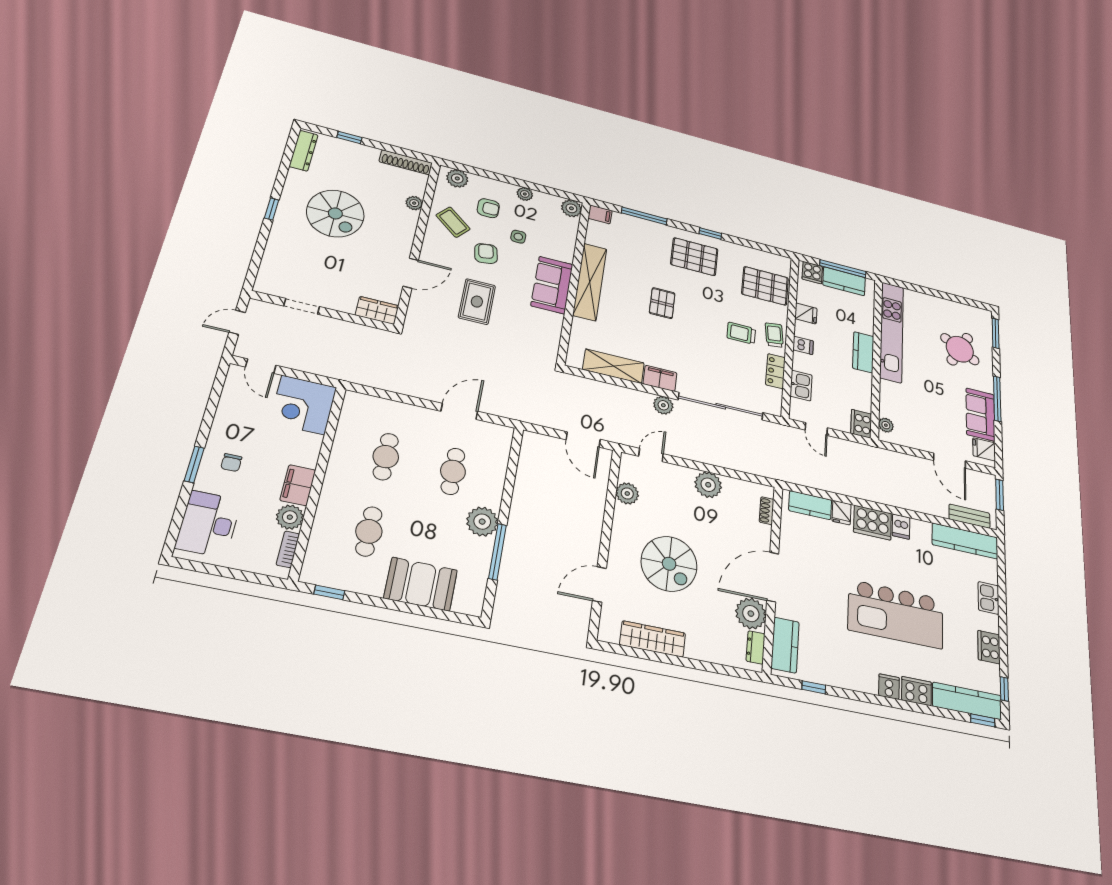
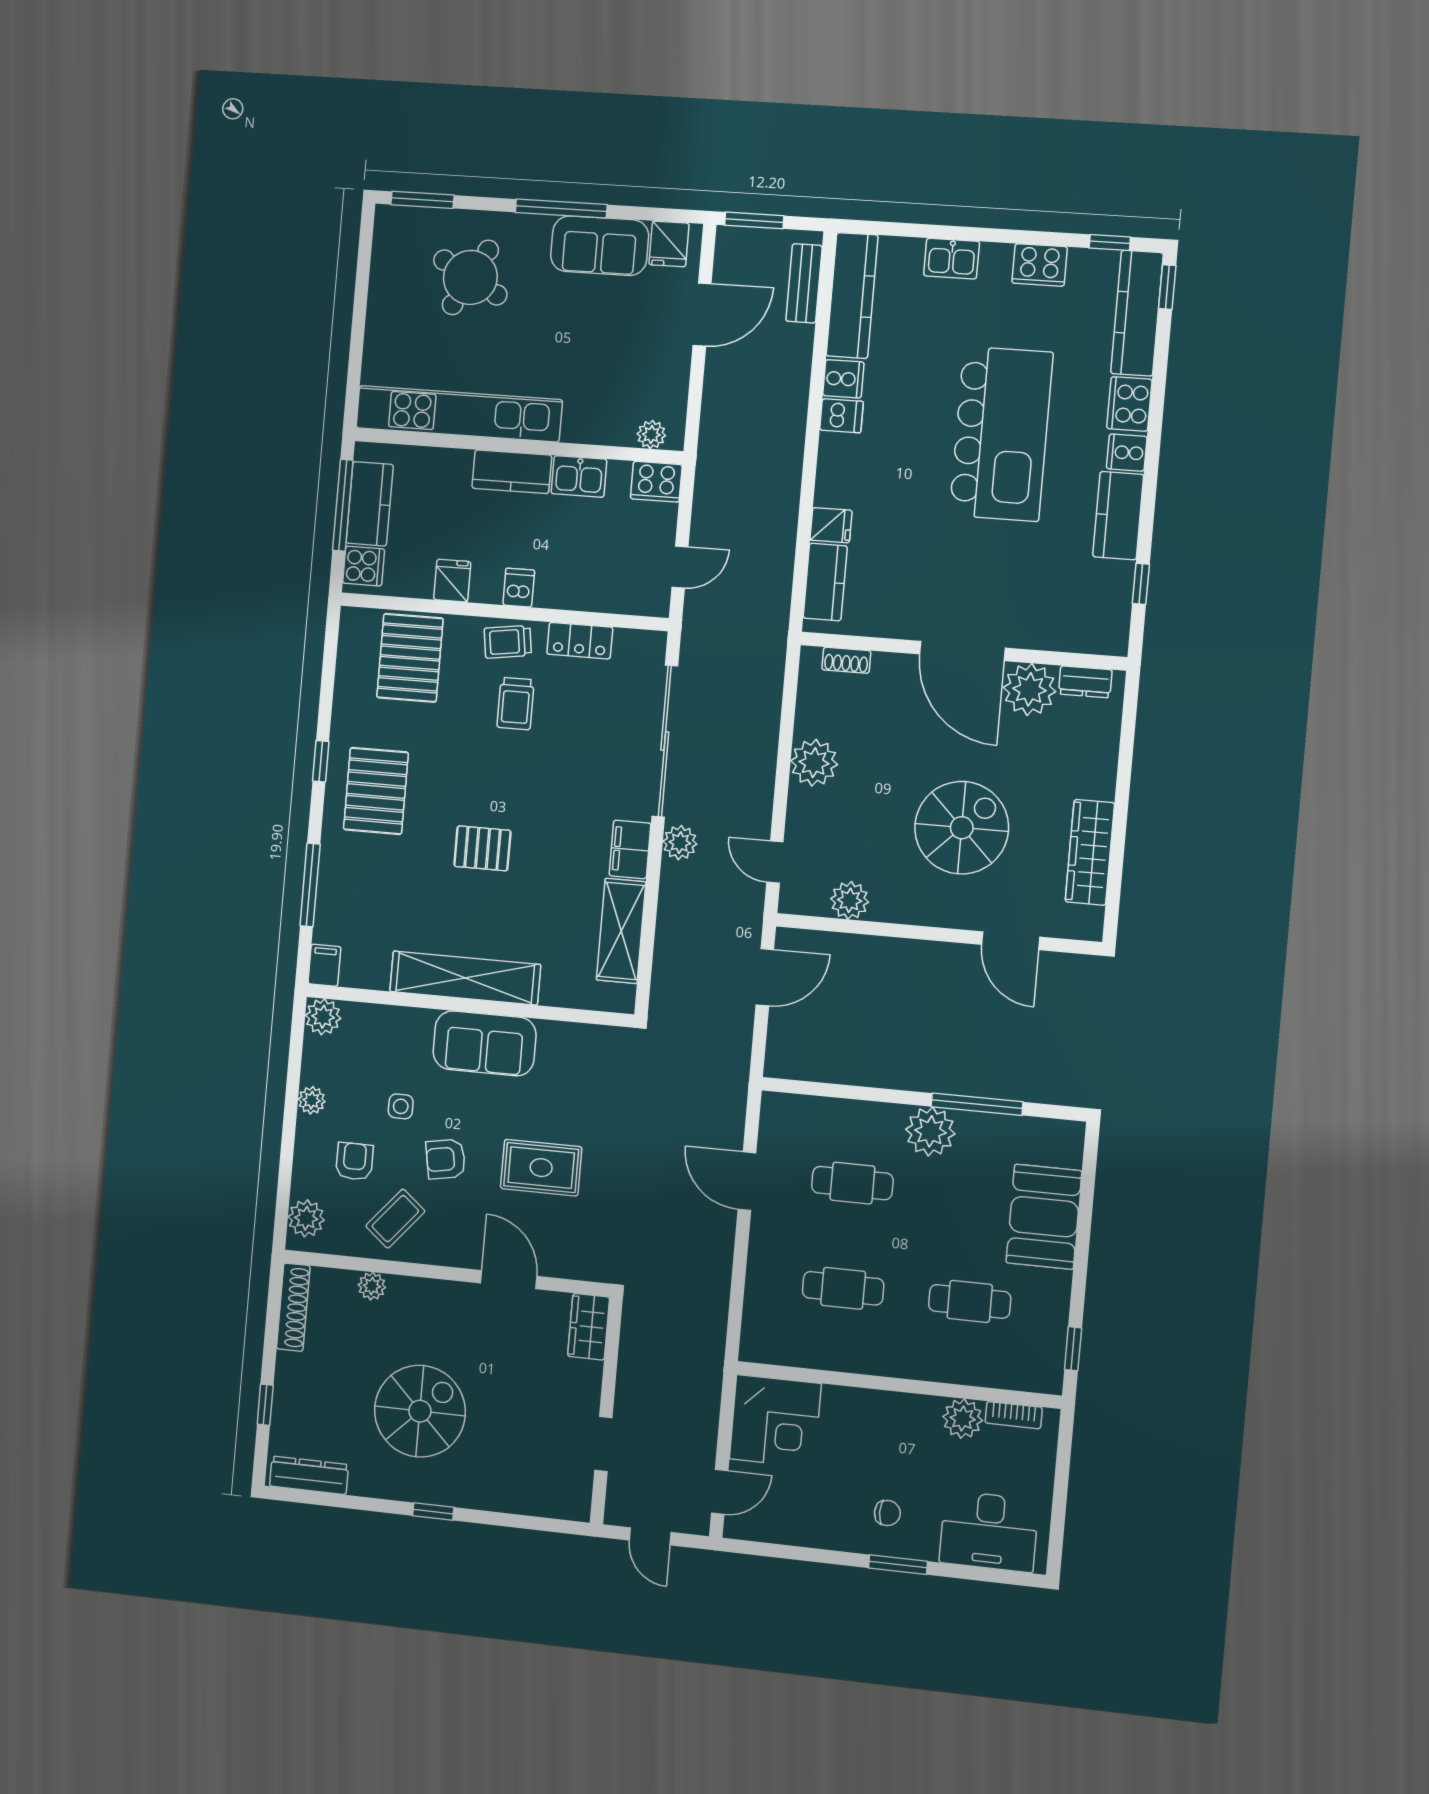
kitchen sink: (801, 386) -> (579, 476), moved, turned 180
filing cabinet: (298, 485) -> (910, 1413), removed
cooker: (872, 523) -> (843, 379), moved, width x0.53, depth x0.76
kitchen counter: (785, 645) -> (1118, 516), moved, turned -90

